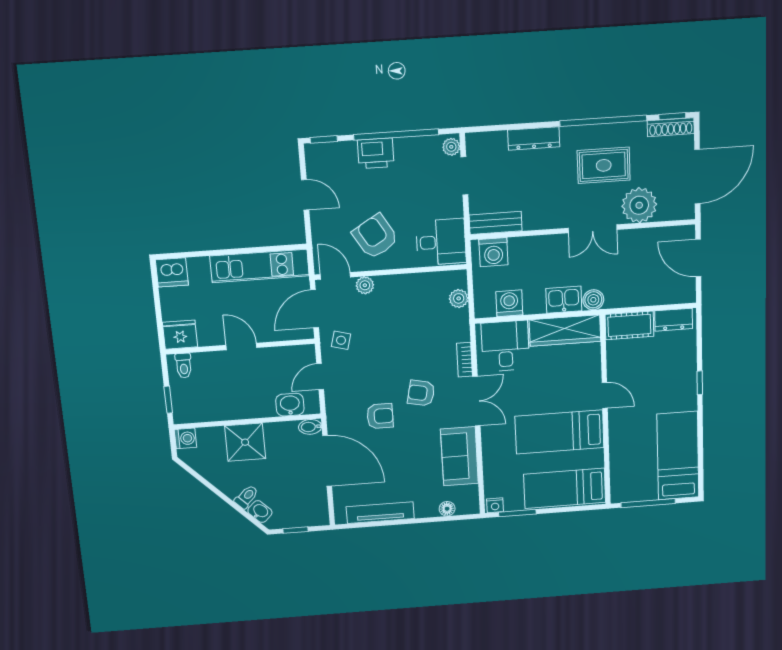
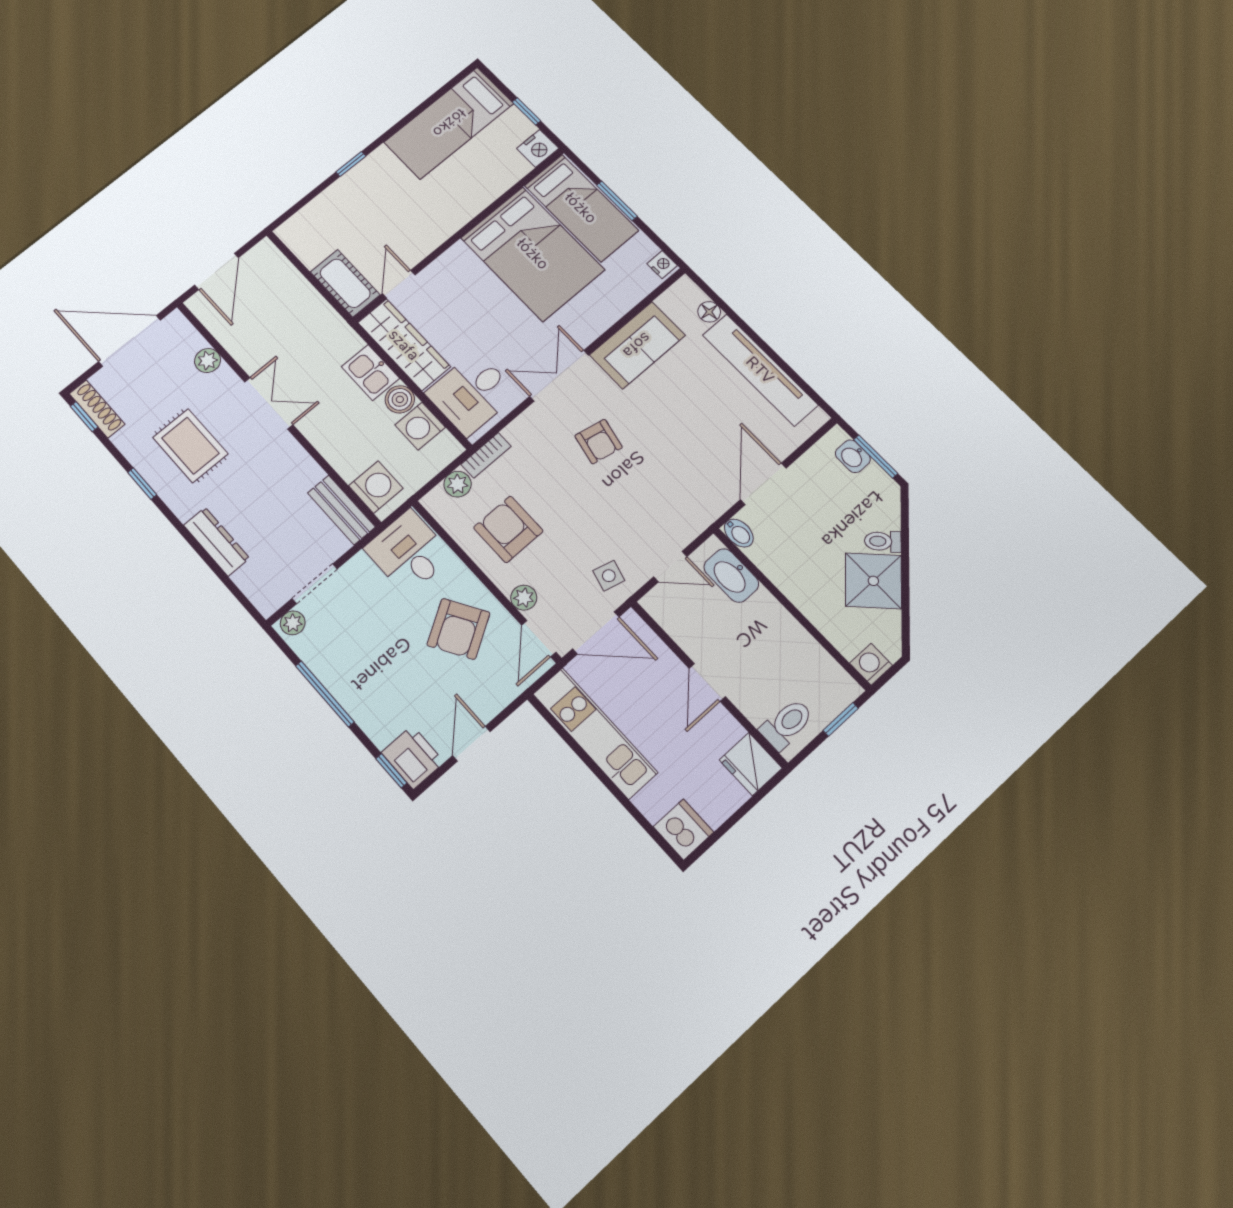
window: (603, 121) -> (142, 484), width x0.32
window: (396, 135) -> (325, 694), width x0.68
printer: (376, 153) -> (413, 757), moved
plant: (639, 205) -> (208, 360), width x0.53, depth x0.53
boiler: (593, 300) -> (400, 399), moved
dresser: (674, 320) -> (303, 244), removed
bookcase: (465, 360) -> (486, 455), moved
toilet: (184, 366) -> (787, 724), width x1.37, depth x1.39
door: (605, 395) -> (399, 284), moved
washbasin: (290, 405) -> (731, 575), width x1.38
armchair: (380, 416) -> (508, 529), moved, width x1.38, depth x1.38
bed: (559, 432) -> (533, 254), width x1.50
shower: (245, 442) -> (873, 581), moved, turned 45
door: (327, 461) -> (763, 484), width x0.73
nightstand: (620, 492) -> (538, 148), added
window: (648, 503) -> (526, 111), width x0.46
washbasin: (260, 512) -> (853, 456), moved, turned -45
tv unit: (380, 513) -> (760, 370), width x1.36, depth x1.29
window: (517, 513) -> (617, 201), moved
window: (296, 530) -> (876, 456), width x1.50

